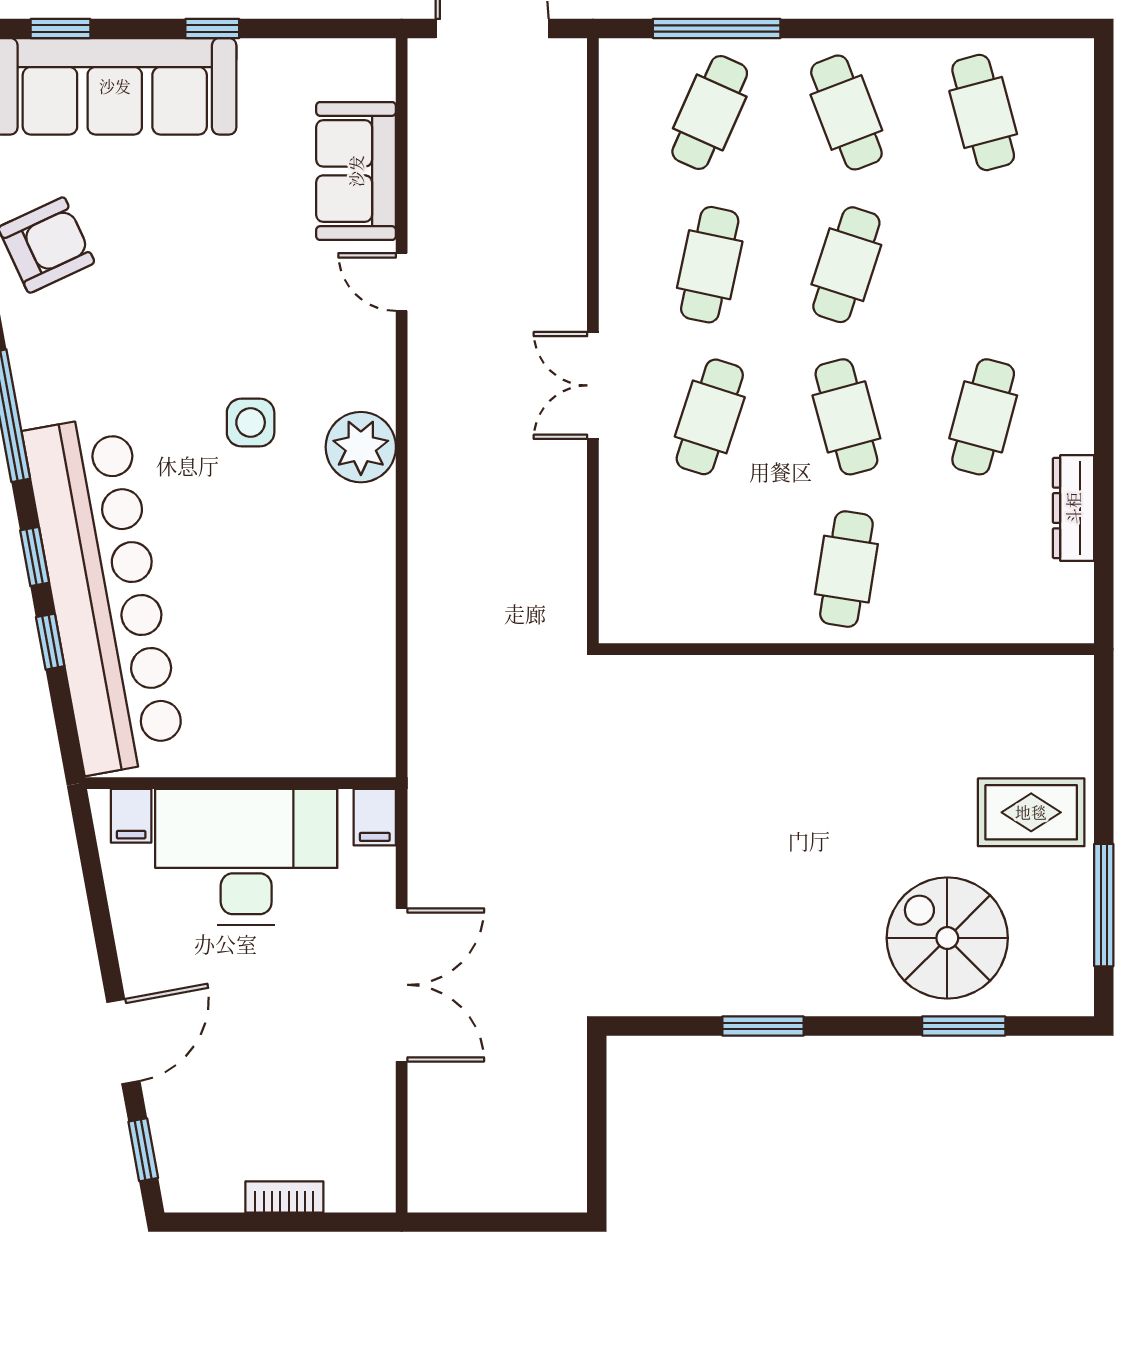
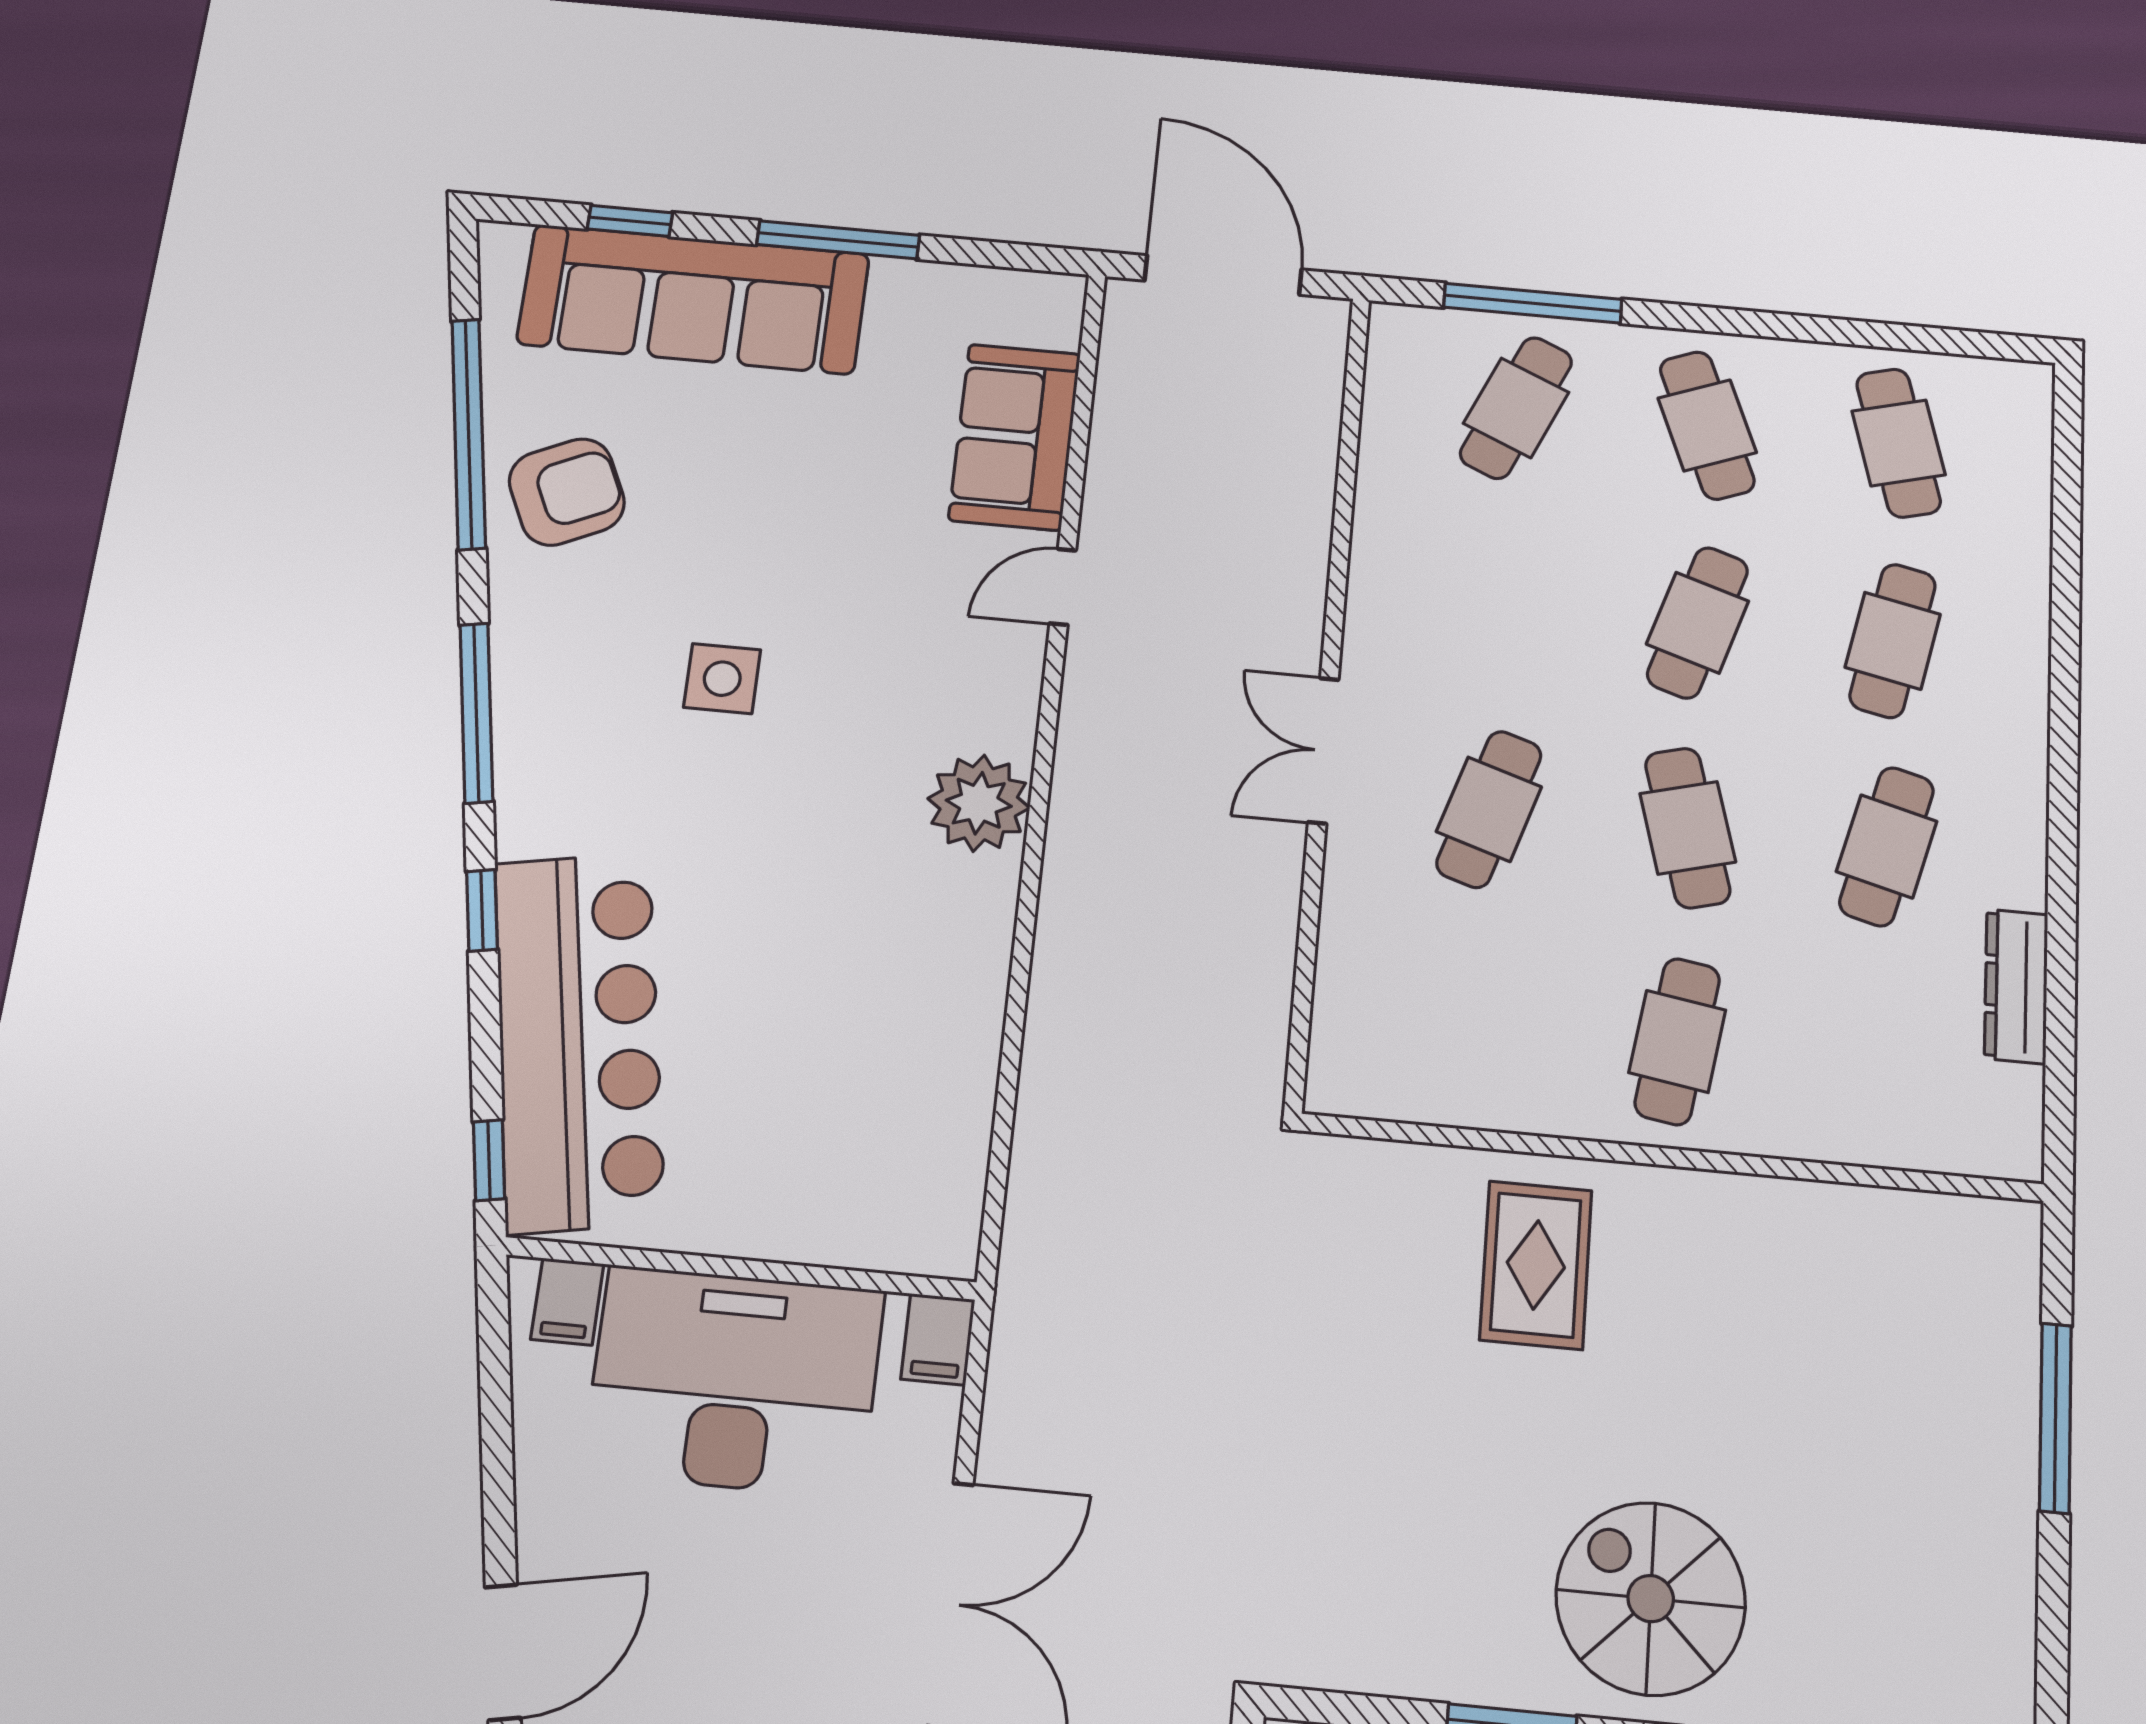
window: (212, 29) -> (838, 240), width x2.17
cafe table: (710, 265) -> (1893, 641), moved
door: (402, 282) -> (1063, 587), hinge flipped
side table: (251, 423) -> (722, 679), moved
bar counter: (105, 594) -> (579, 1040), width x0.73
window: (50, 642) -> (489, 1160), moved
rug: (1031, 812) -> (1536, 1265), moved, turned 90
window: (1104, 905) -> (2055, 1418), moved
spiral stairs: (947, 938) -> (1651, 1599), moved

